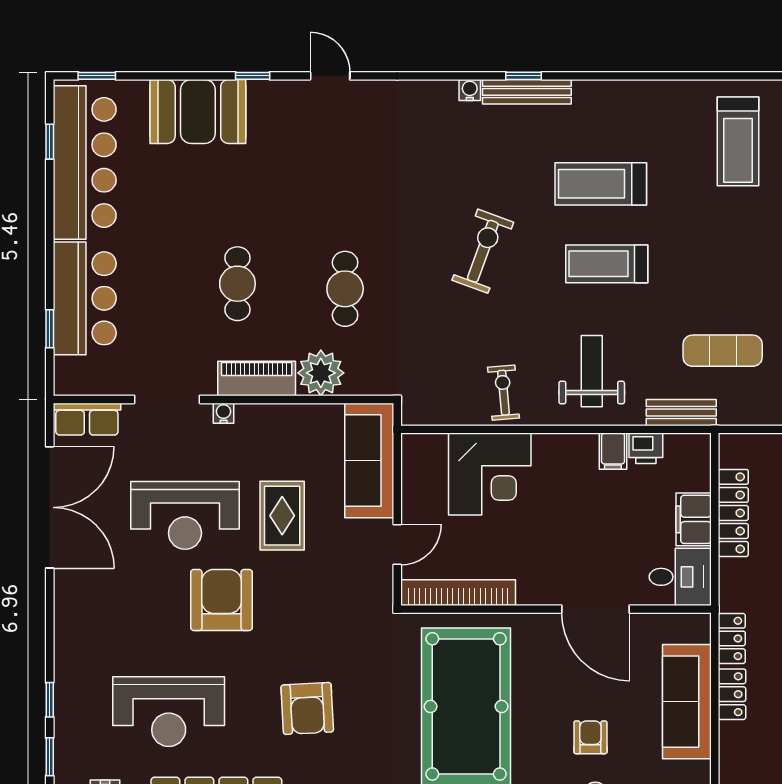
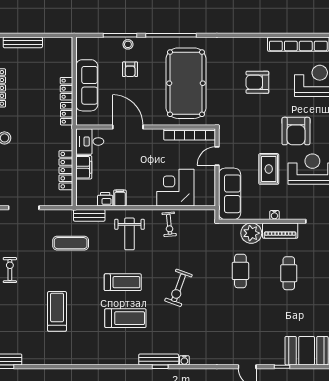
treadmill: (738, 141) -> (57, 311), moved
water cooler: (224, 413) -> (274, 215), moved
armchair: (307, 708) -> (257, 82), turned -87

